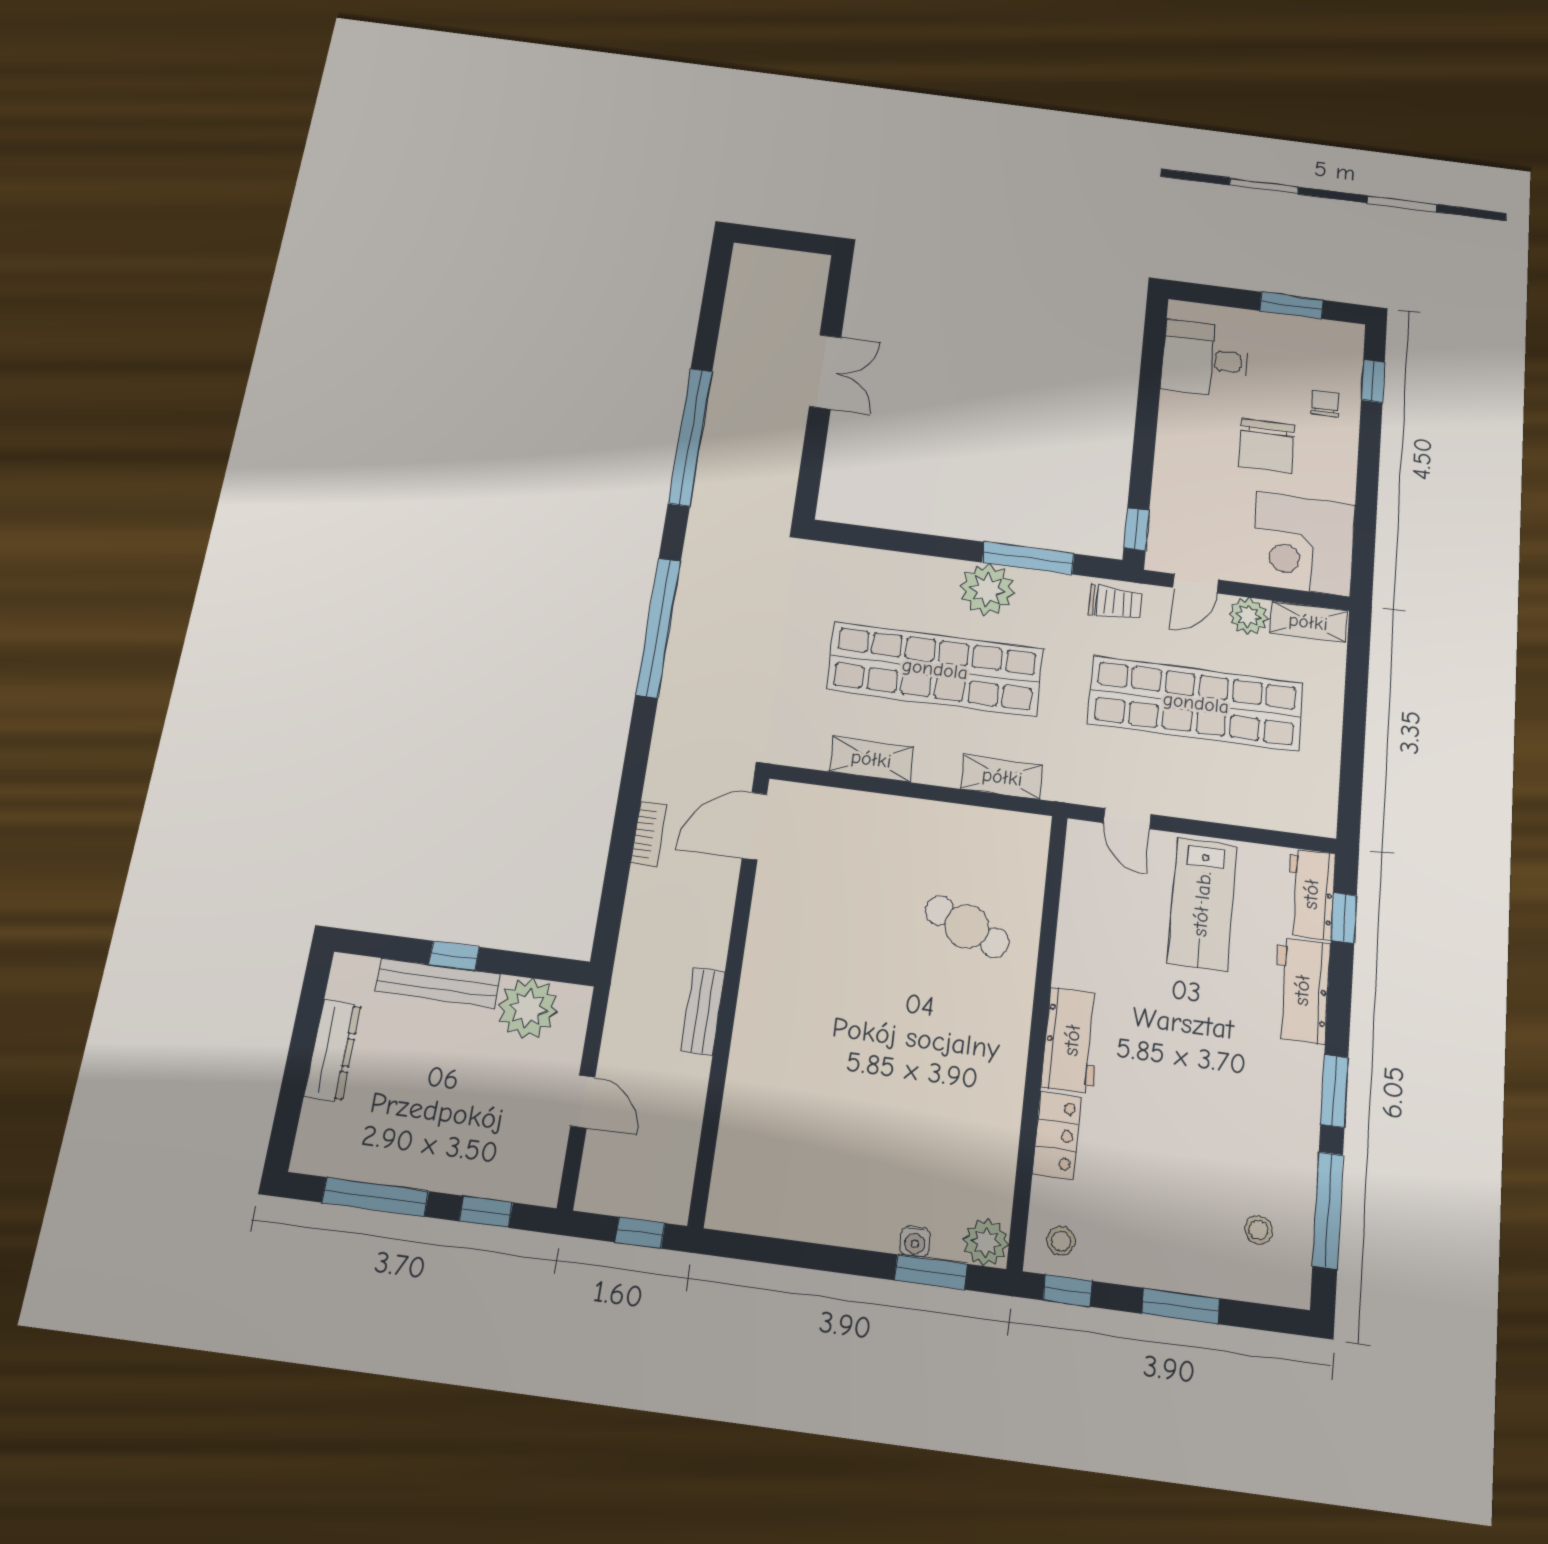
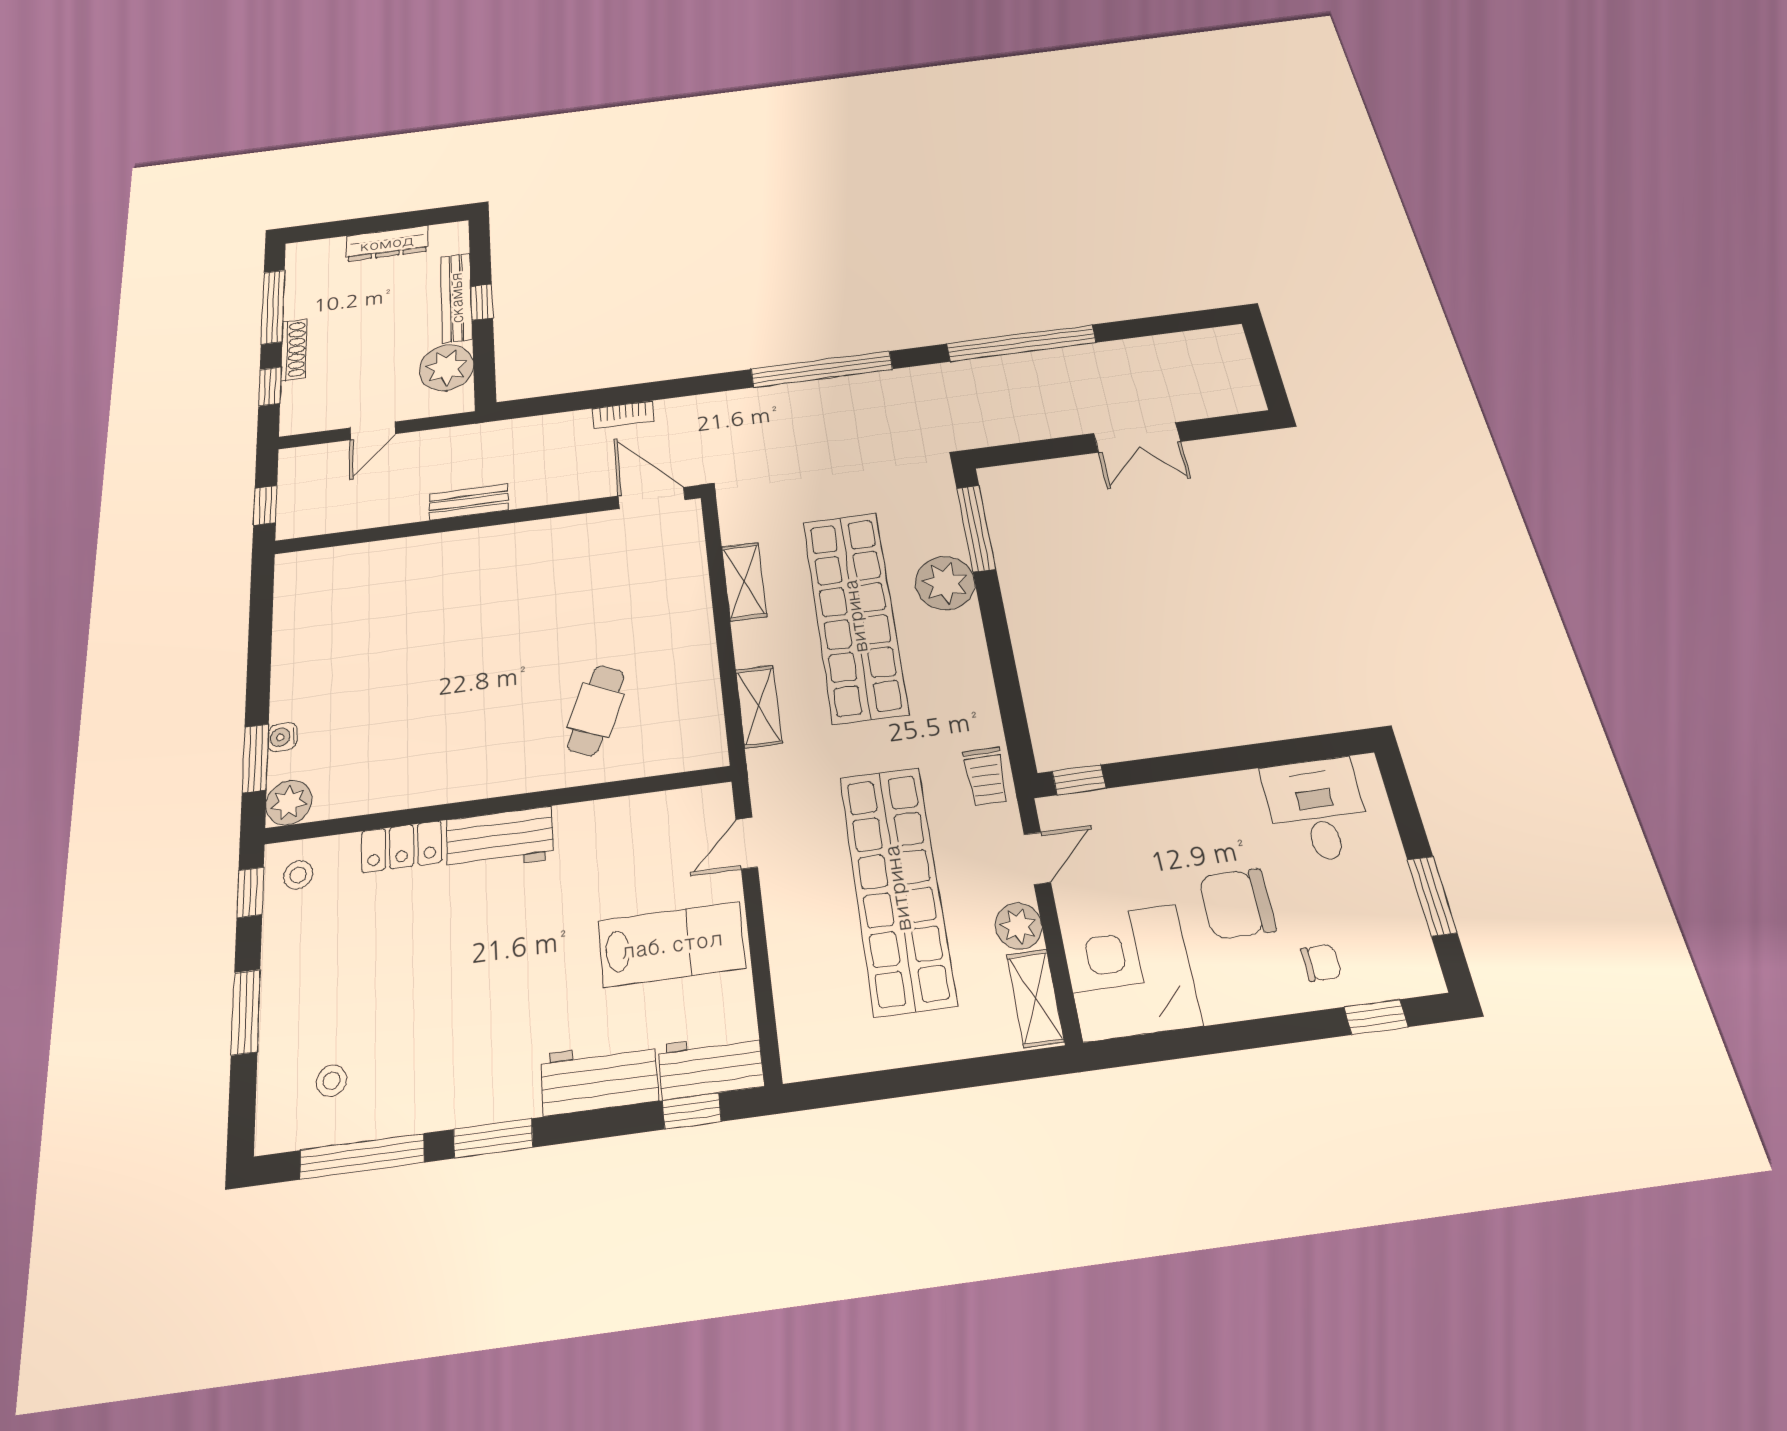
window: (1028, 558) -> (976, 528), moved
door: (1196, 584) -> (1037, 858), swing flipped
plant: (987, 590) -> (945, 583), moved
lab bench: (1202, 904) -> (672, 944), turned 180
shoe rack: (445, 1178) -> (294, 350), added

